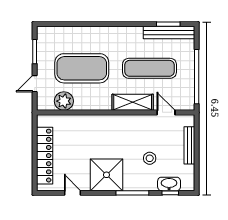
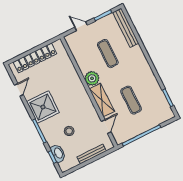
bench: (169, 32) -> (126, 28), moved
exercise mat: (82, 68) -> (108, 53), width x0.50, depth x0.69
exercise mat: (149, 68) -> (131, 100), width x0.73, depth x0.69
plant: (64, 101) -> (92, 78), moved

